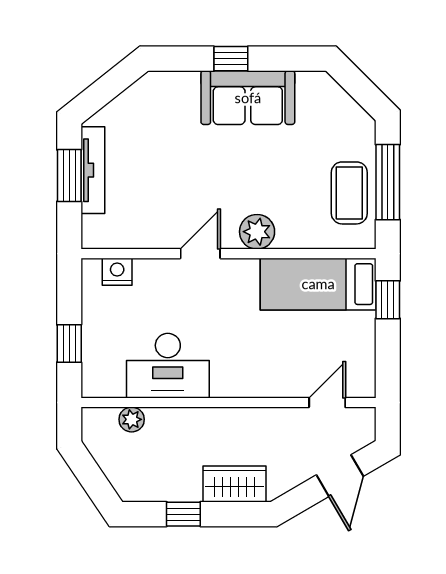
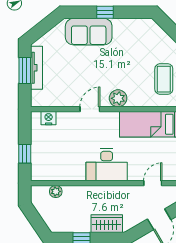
sofa: (248, 98) -> (89, 32), moved
desk: (168, 366) -> (107, 165), moved

